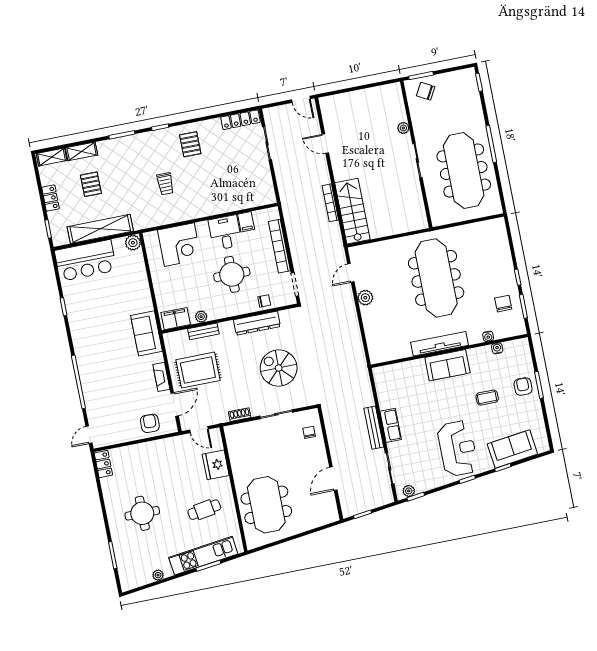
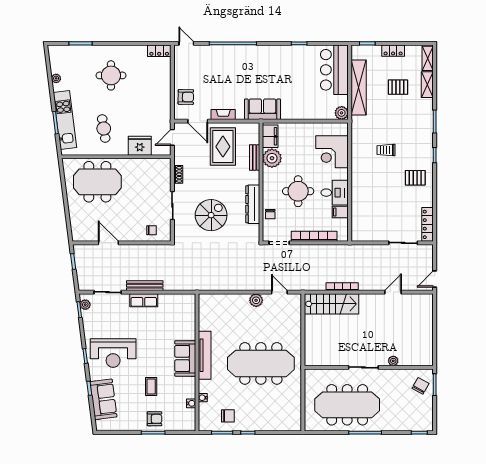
plant: (201, 317) -> (272, 158), width x1.88, depth x1.88

